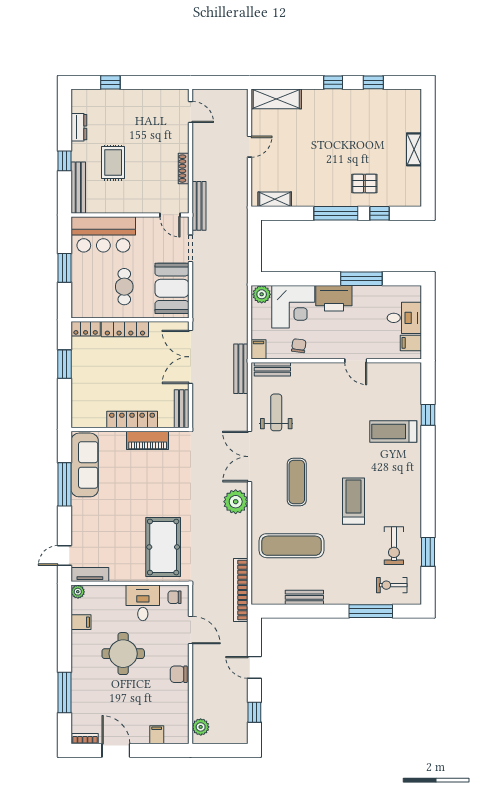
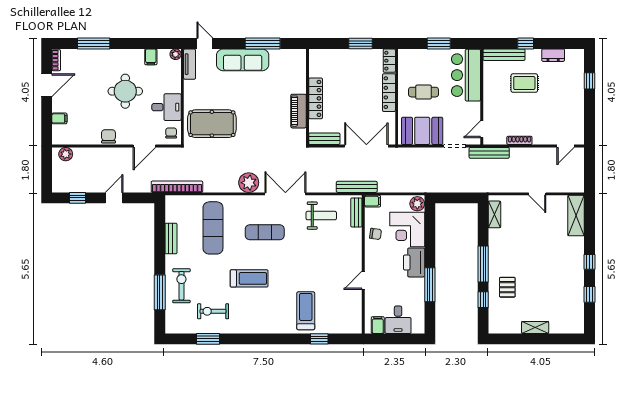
sofa: (85, 465) -> (243, 60), moved
exercise bike: (392, 585) -> (181, 286), moved, width x1.38, depth x1.39

